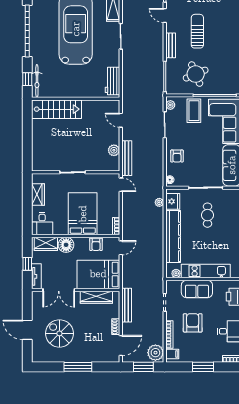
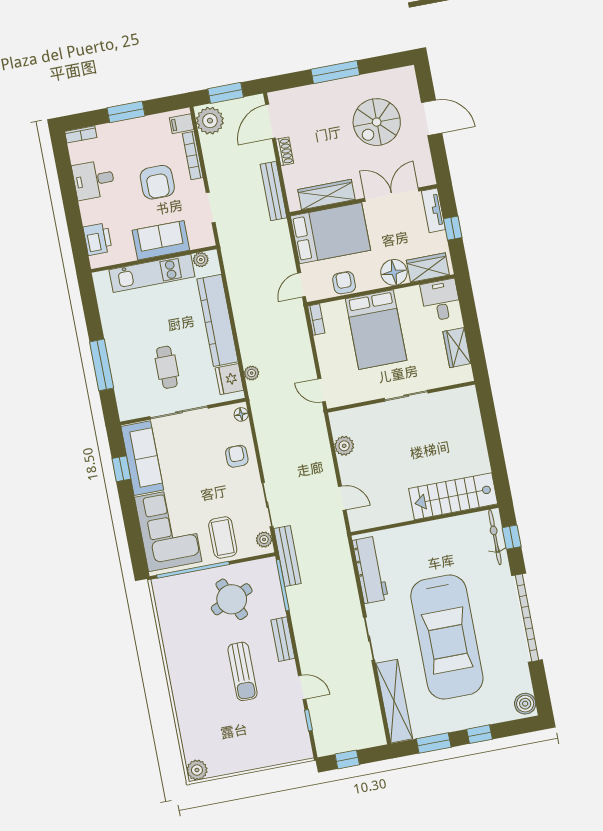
workbench: (112, 81) -> (370, 570), width x1.38
bench: (127, 158) -> (287, 556), moved
spiral stairs: (59, 333) -> (377, 122), turned 90

